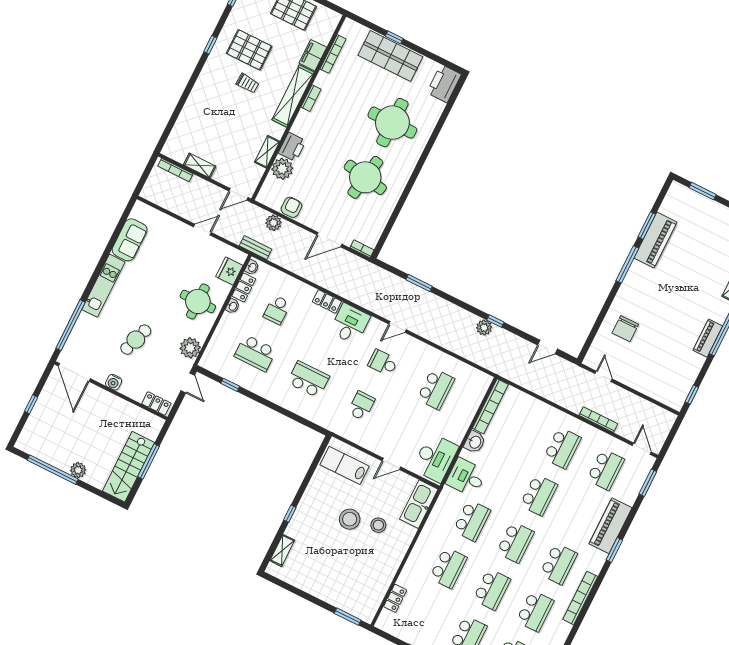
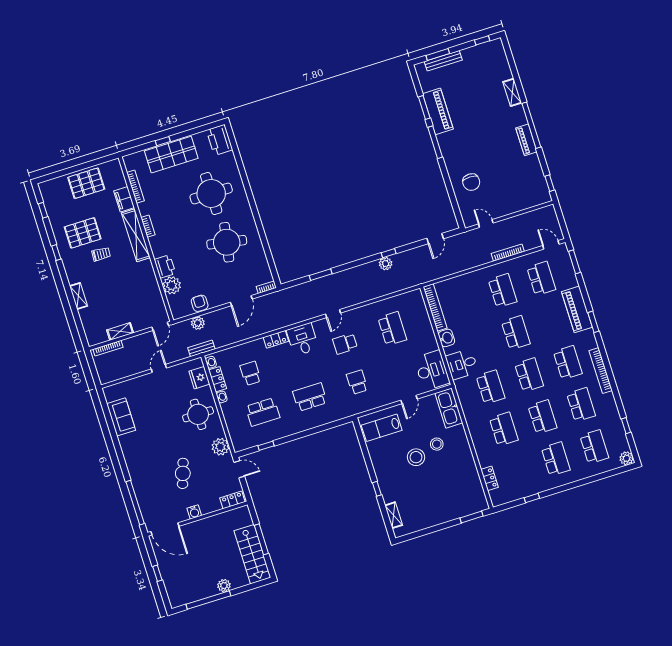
shelving: (267, 152) -> (79, 296), moved
bench: (702, 201) -> (443, 61), added
kitchen unit: (103, 286) -> (132, 460), removed
school desk: (277, 310) -> (250, 373), turned 180

